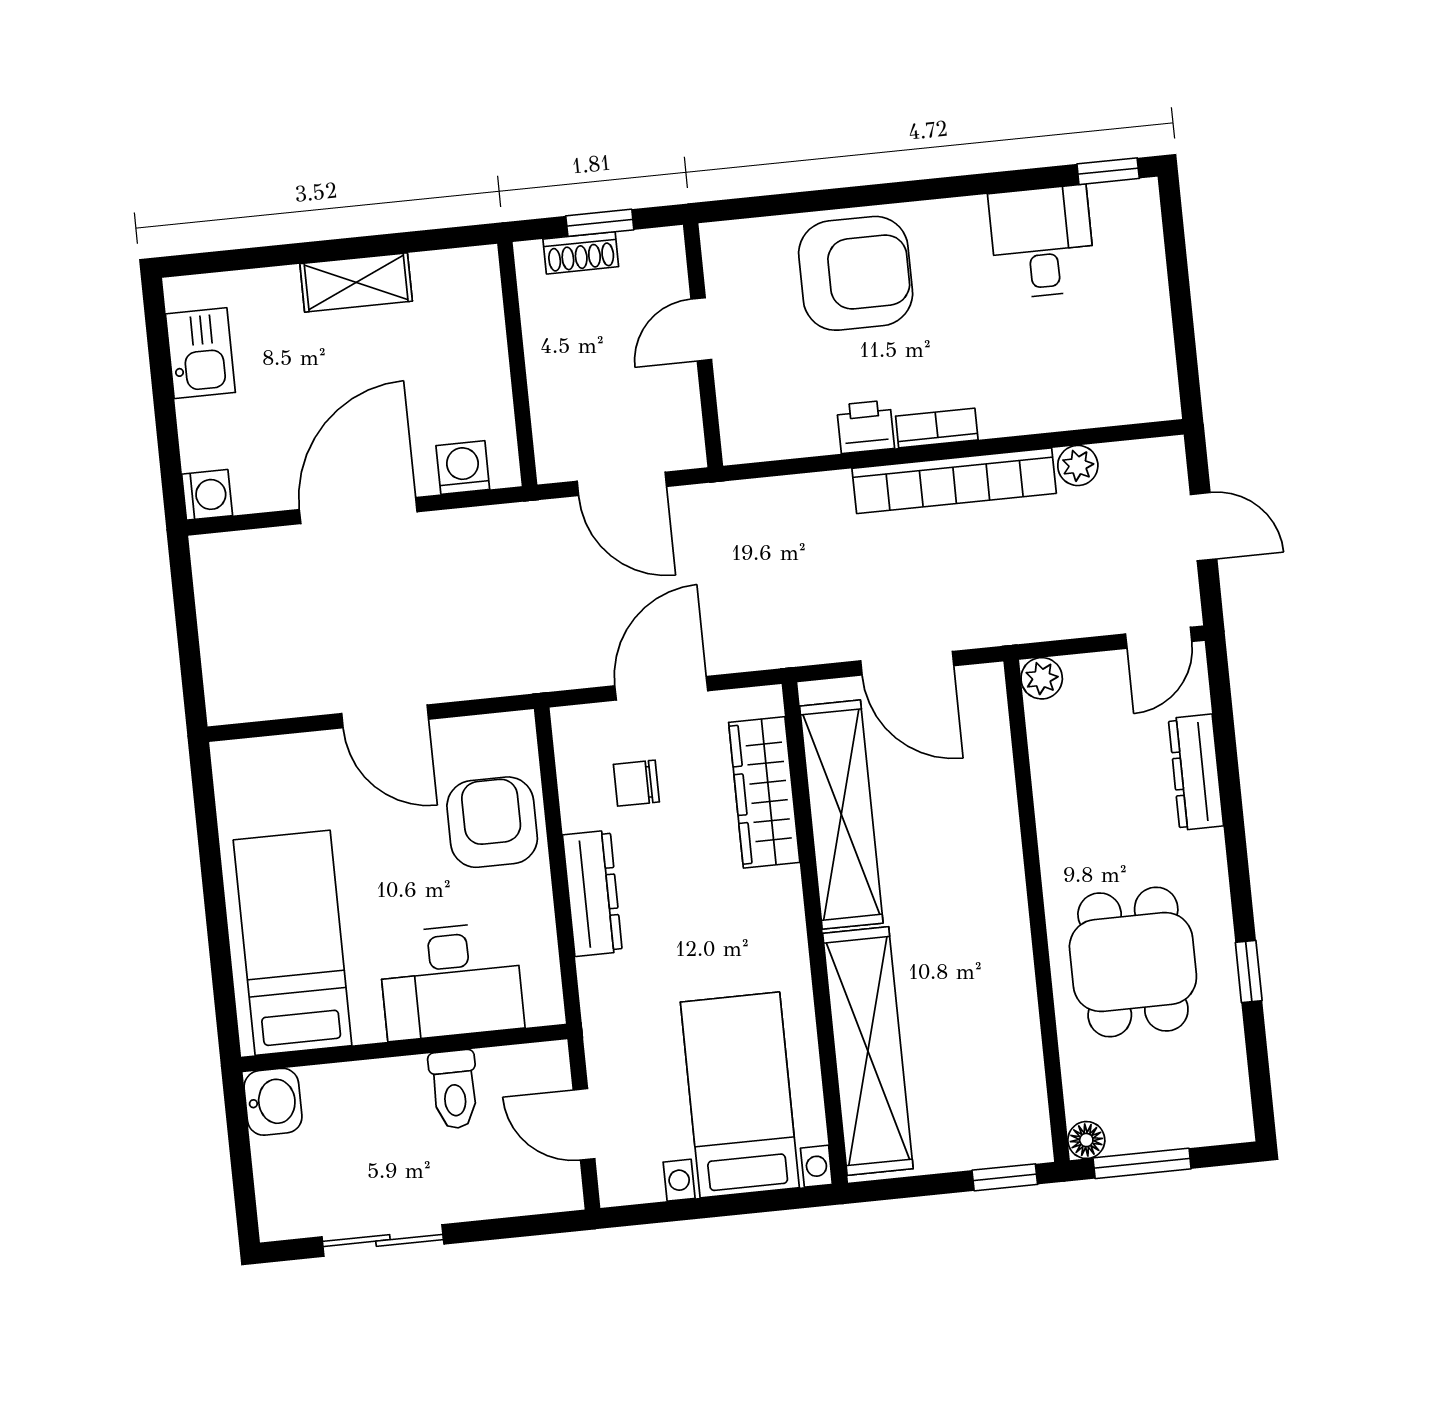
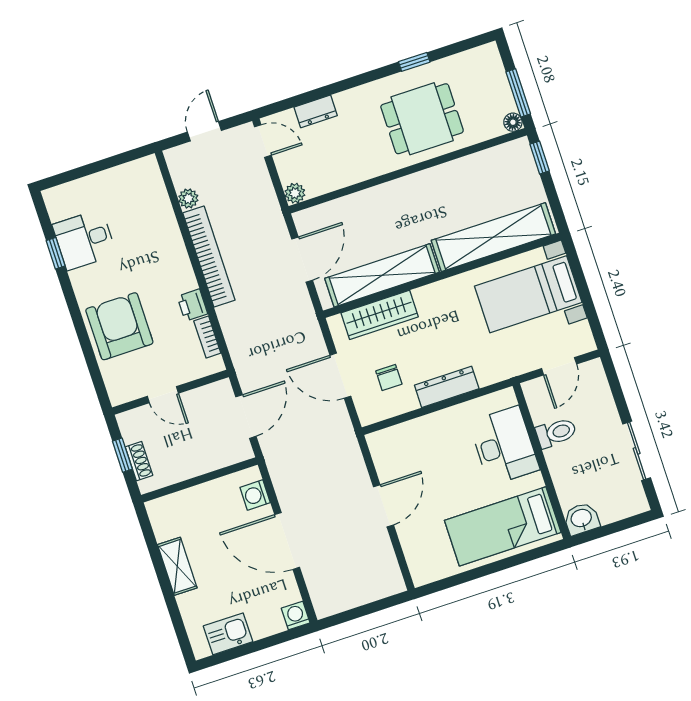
window: (1108, 171) -> (56, 253), moved
bookcase: (937, 428) -> (207, 337), moved
dresser: (1196, 772) -> (316, 111), width x0.70
armchair: (492, 822) -> (423, 443), removed

